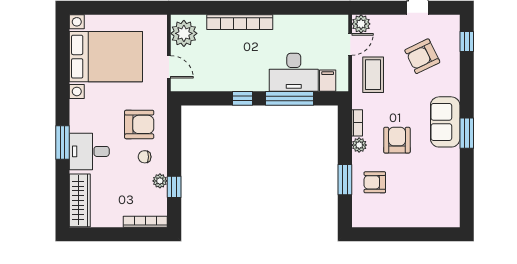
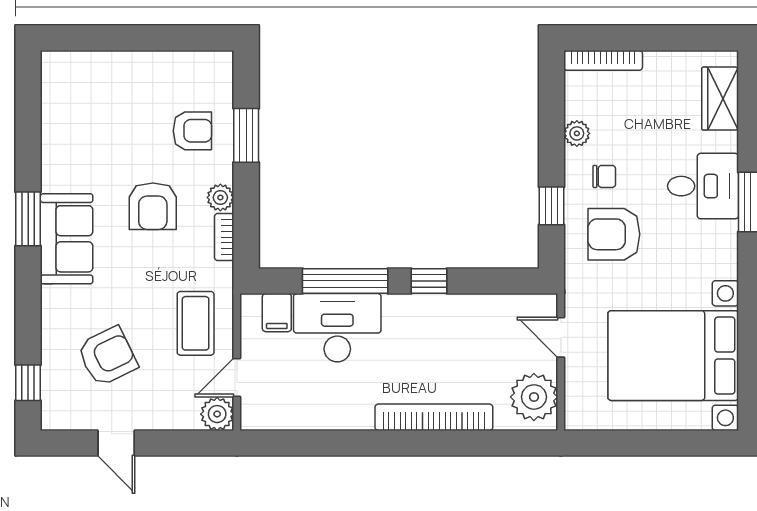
window: (174, 187) -> (552, 206), moved
wardrobe: (80, 200) -> (720, 99), width x0.67

